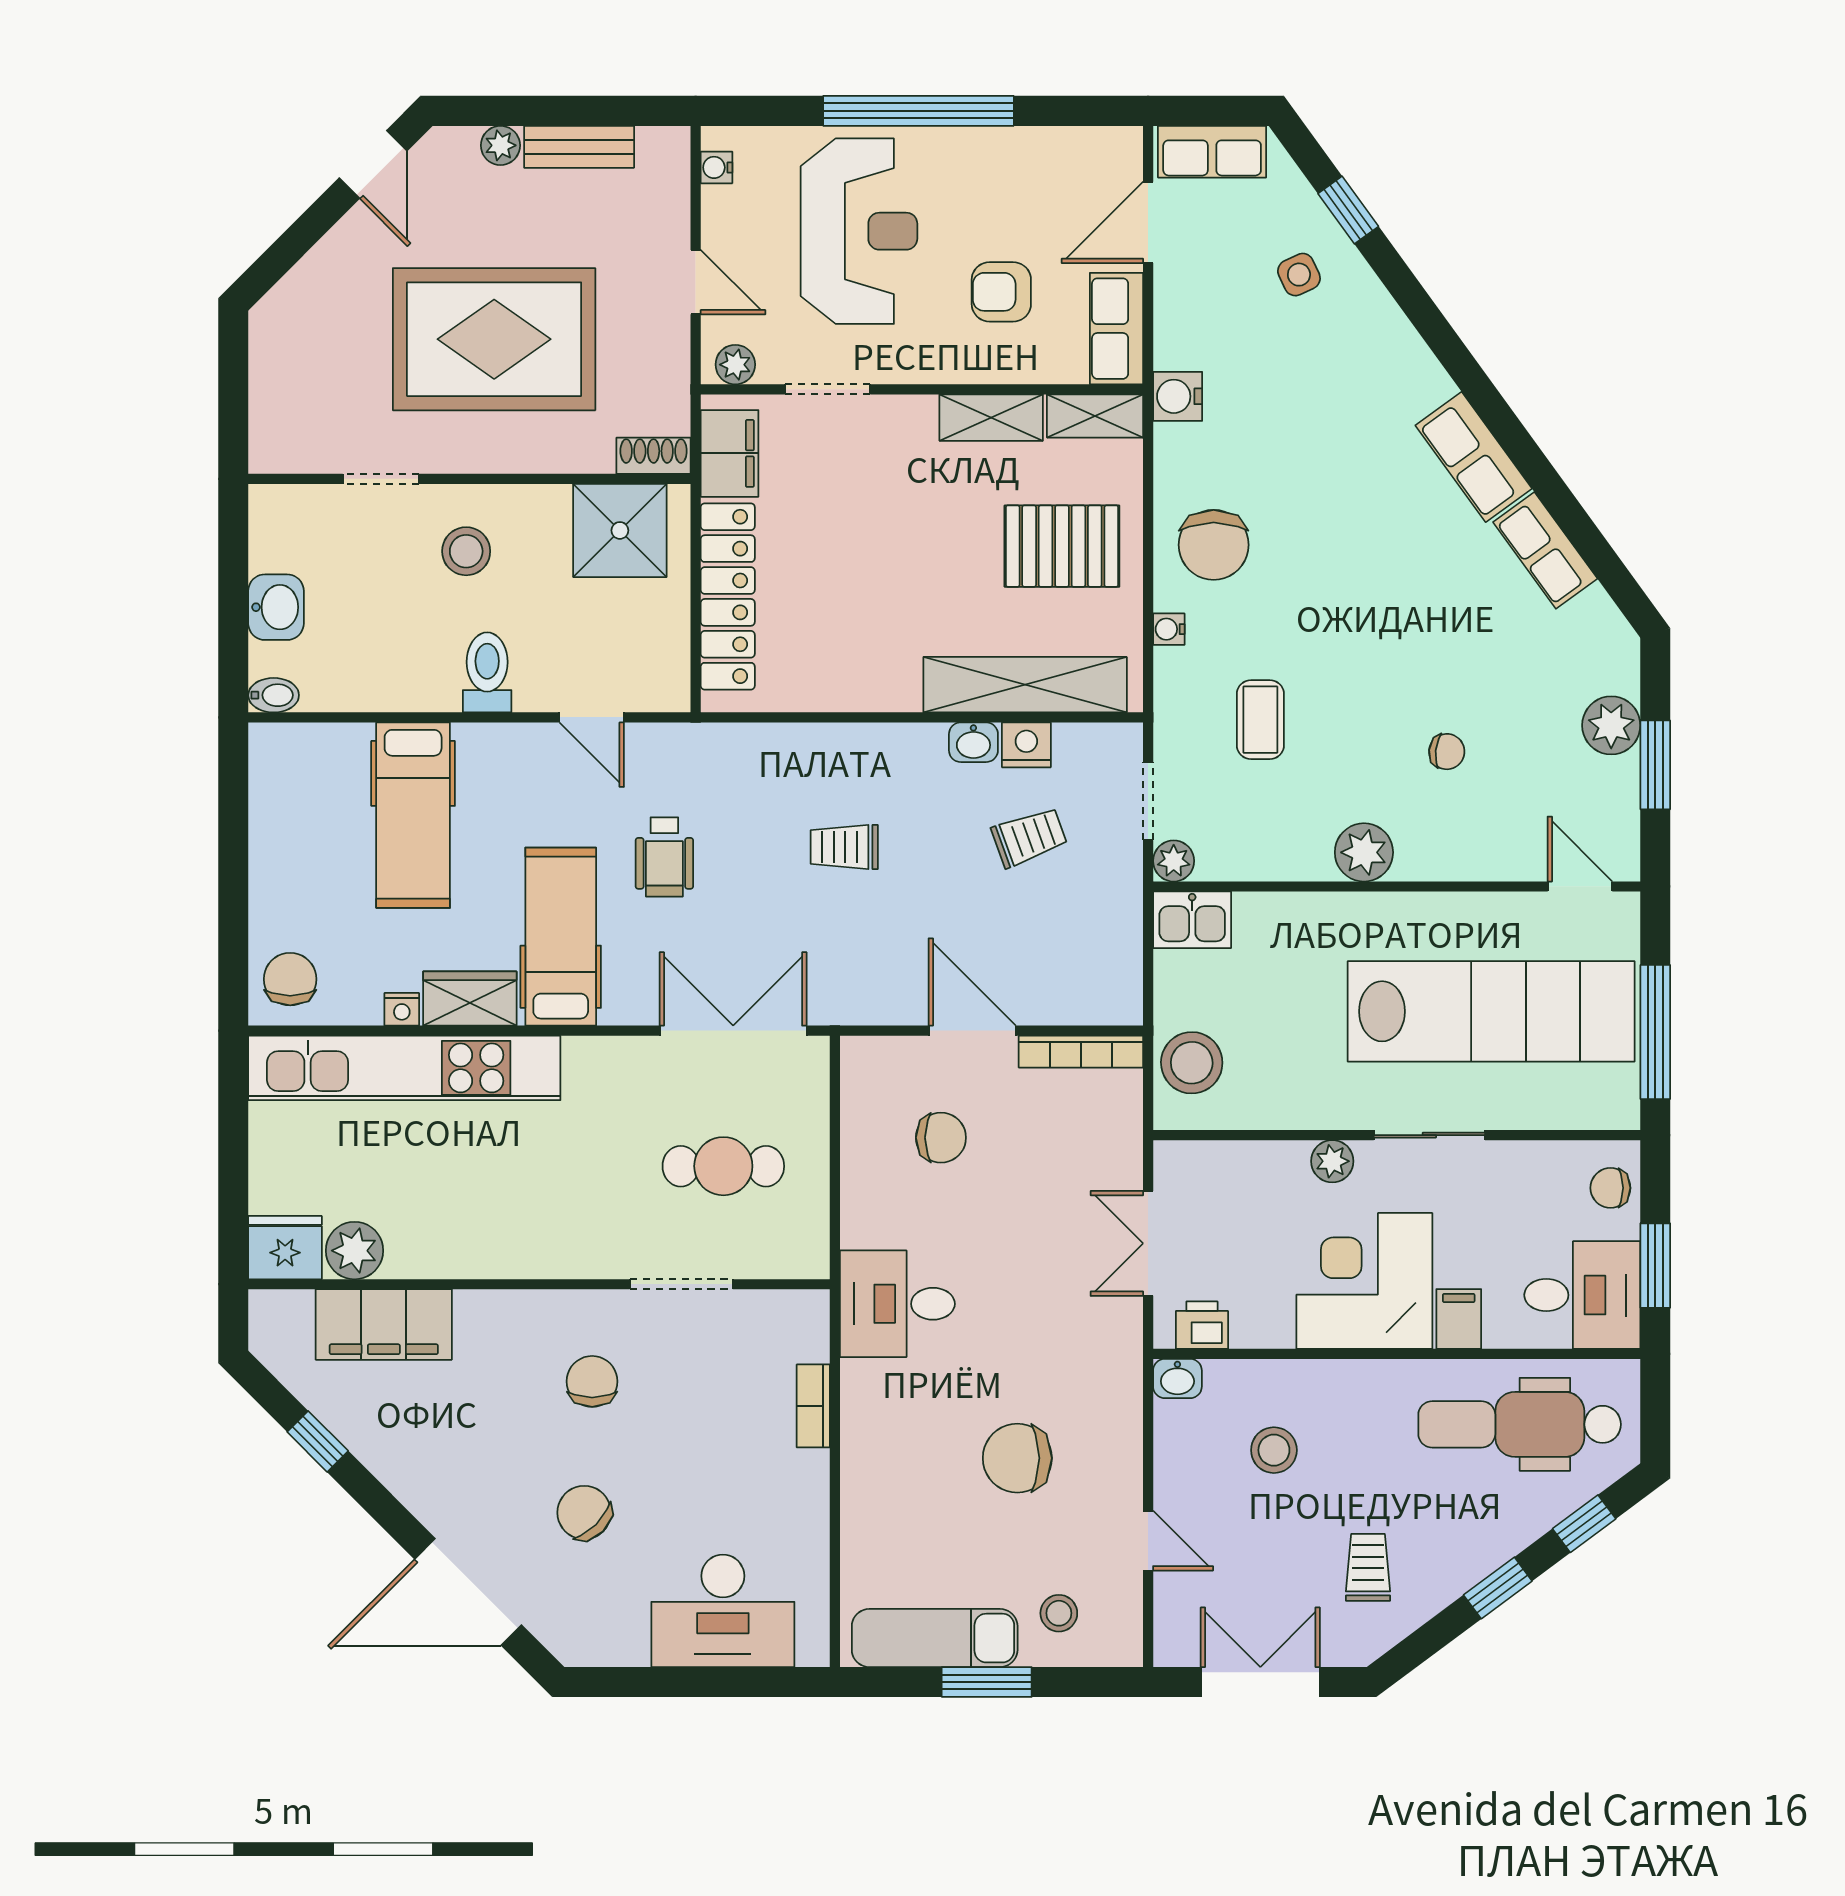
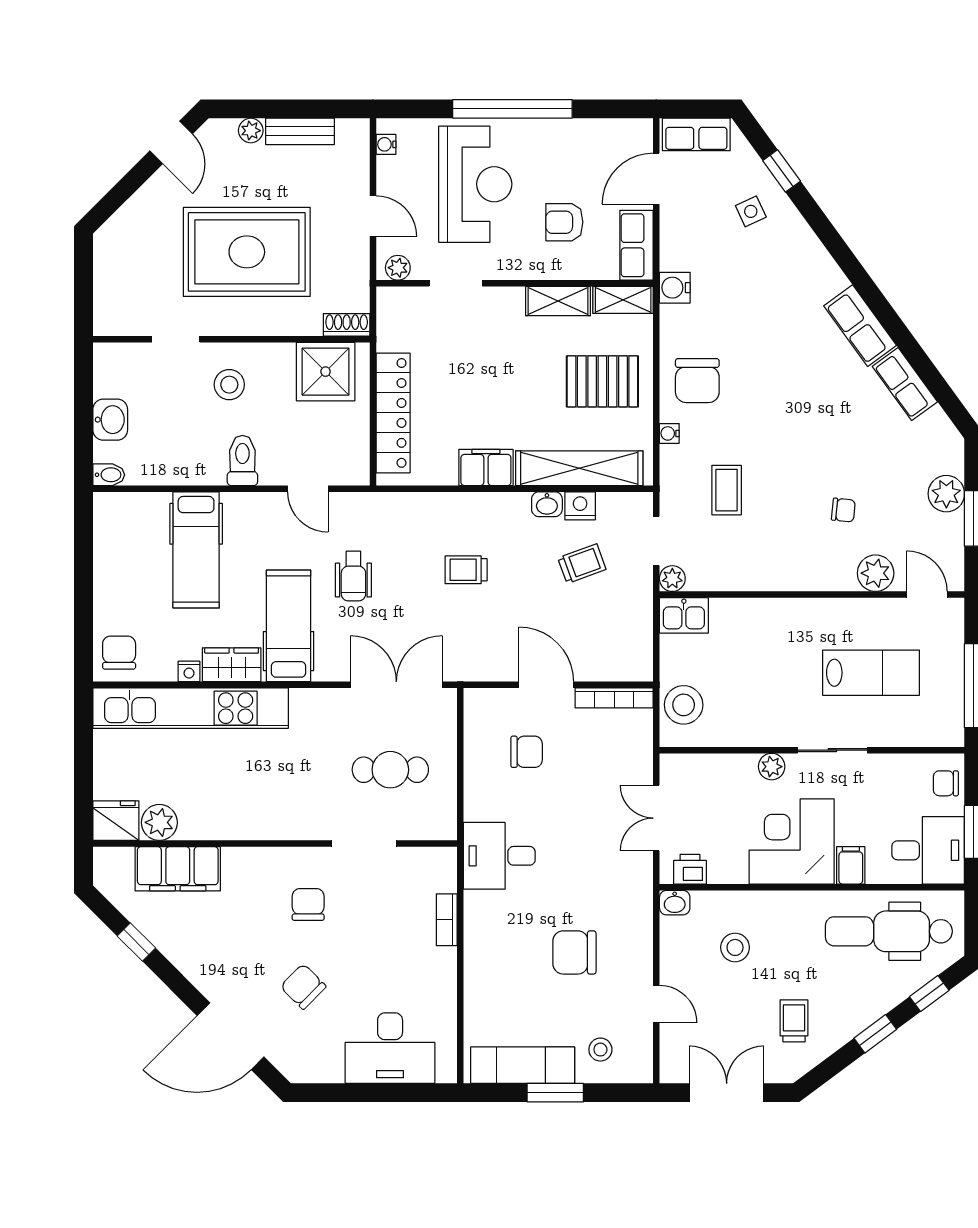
filing cabinet: (730, 453) -> (486, 467), moved, turned -90
plant: (1364, 852) -> (876, 573), moved
lab bench: (1491, 1011) -> (871, 673), width x0.54, depth x0.72

